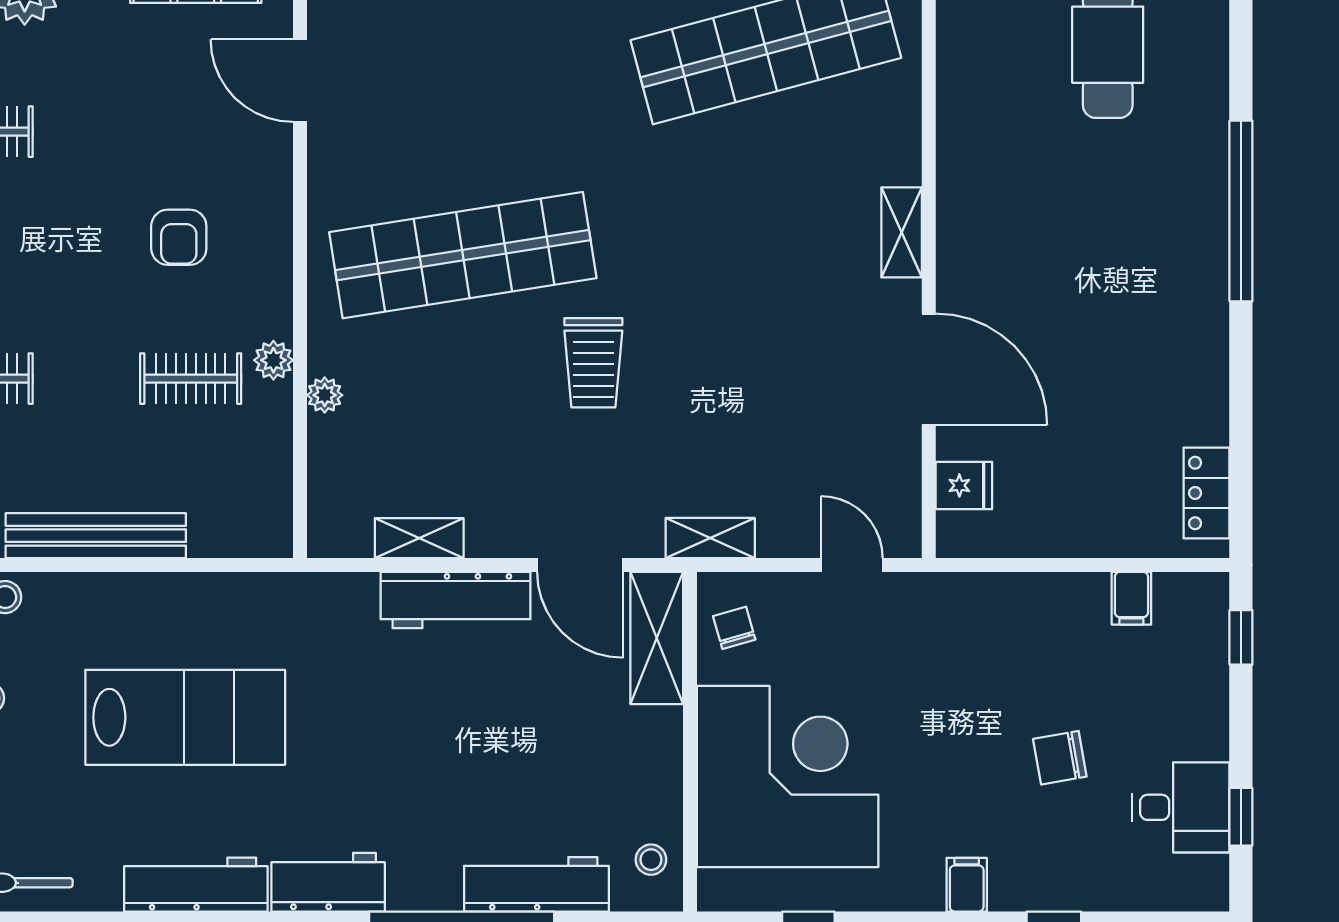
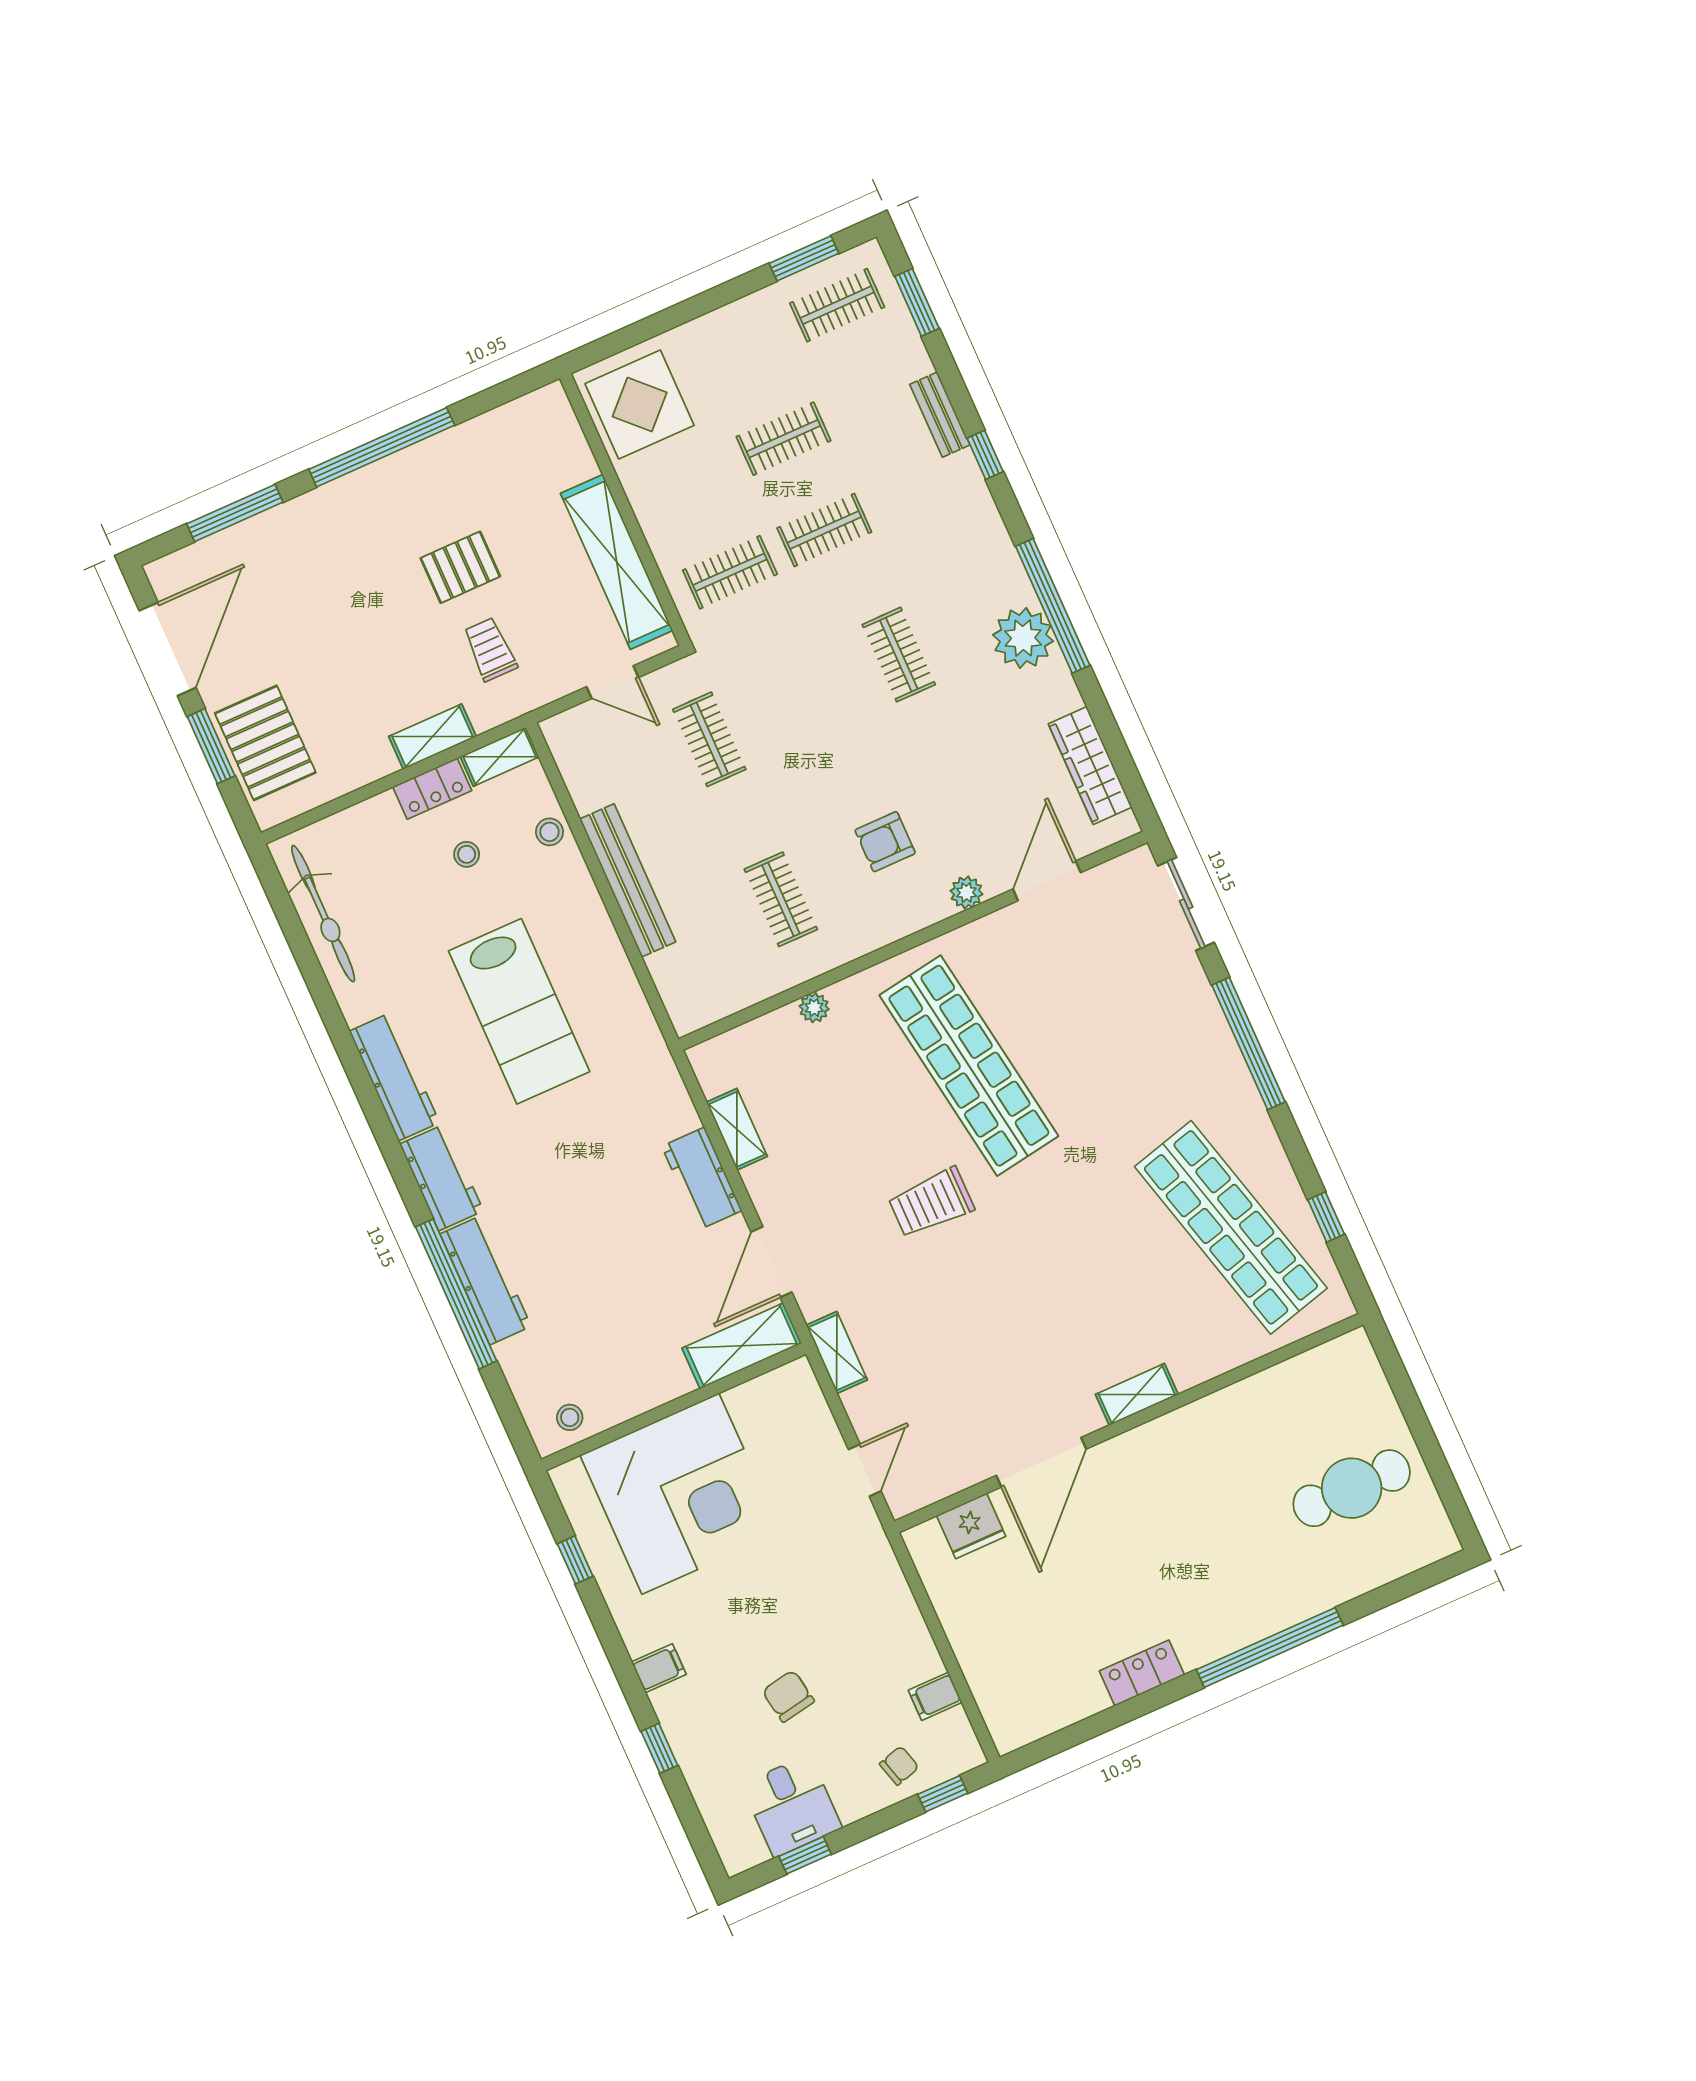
plant: (273, 360) -> (966, 892), moved
fridge: (964, 485) -> (971, 1526), width x1.38
locker: (1207, 493) -> (1142, 1673), moved
workbench: (455, 600) -> (702, 1178), width x0.73
chair: (734, 628) -> (899, 1766), moved
workbench: (536, 884) -> (486, 1280), moved

